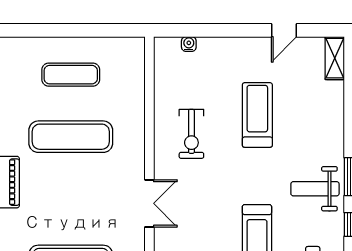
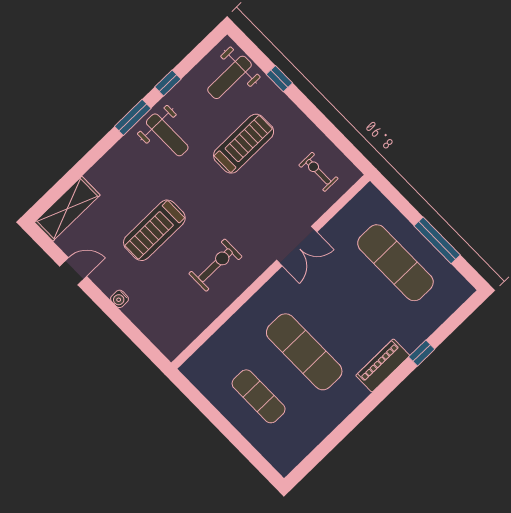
water cooler: (189, 44) -> (120, 299), moved
shelving: (335, 58) -> (67, 209), width x1.50, depth x1.33
double door: (149, 203) -> (297, 246), swing flipped

